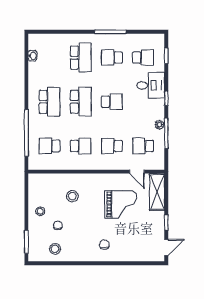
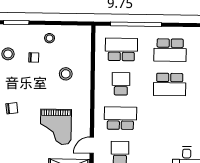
school desk: (112, 102) -> (169, 119), removed
school desk: (50, 146) -> (121, 49), width x1.85
school desk: (81, 146) -> (121, 84), turned 180
school desk: (112, 146) -> (120, 118), width x1.85

